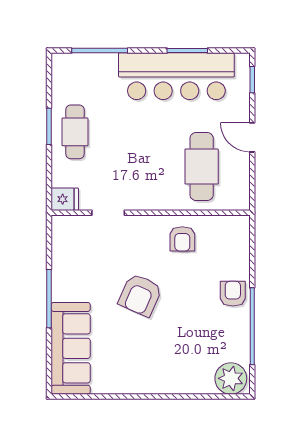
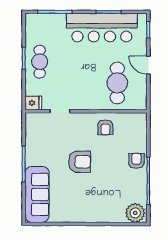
armchair: (140, 295) -> (80, 162), turned -114

